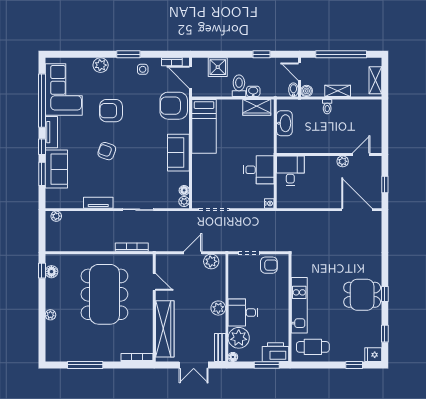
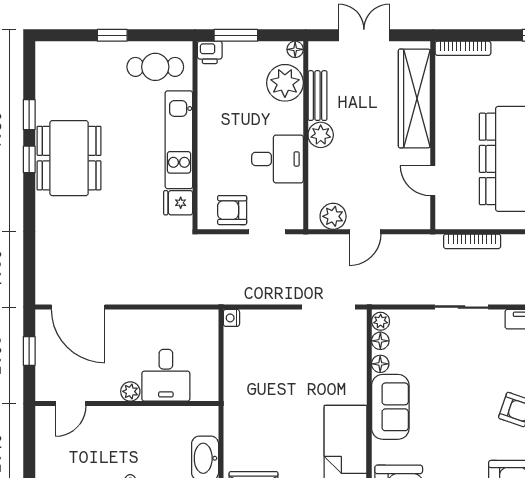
plant: (343, 161) -> (130, 391), moved
desk: (259, 170) -> (250, 377), removed
desk: (290, 171) -> (166, 375), moved
floor lamp: (184, 177) -> (380, 364), added
dining table: (362, 295) -> (69, 158), width x1.38
desk: (243, 313) -> (278, 159), moved
window: (385, 334) -> (29, 115), moved
bench: (220, 347) -> (318, 96), moved
printer: (276, 352) -> (210, 52), width x0.53, depth x0.68
fridge: (373, 355) -> (178, 203), moved, turned 180
window: (354, 365) -> (112, 35), moved

